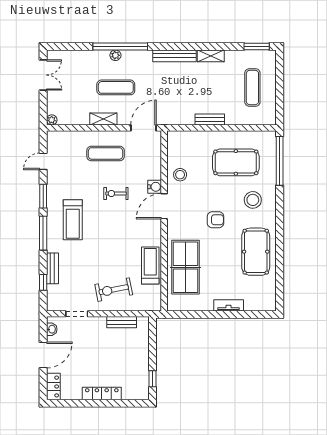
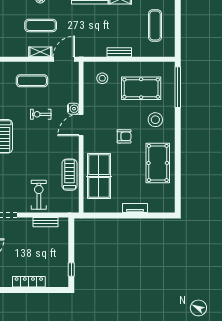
shelving: (103, 119) -> (40, 52), moved
stool: (180, 175) -> (102, 78), moved
exercise bike: (114, 290) -> (39, 195), turned 101

